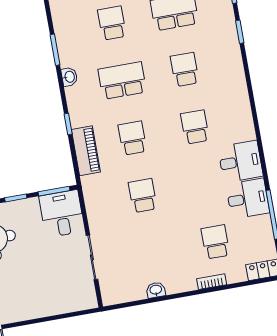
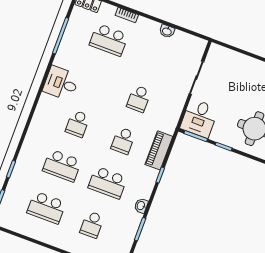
school desk: (185, 69) -> (62, 166), width x1.85
desk: (248, 199) -> (71, 56), removed
school desk: (215, 242) -> (109, 40), width x1.85

